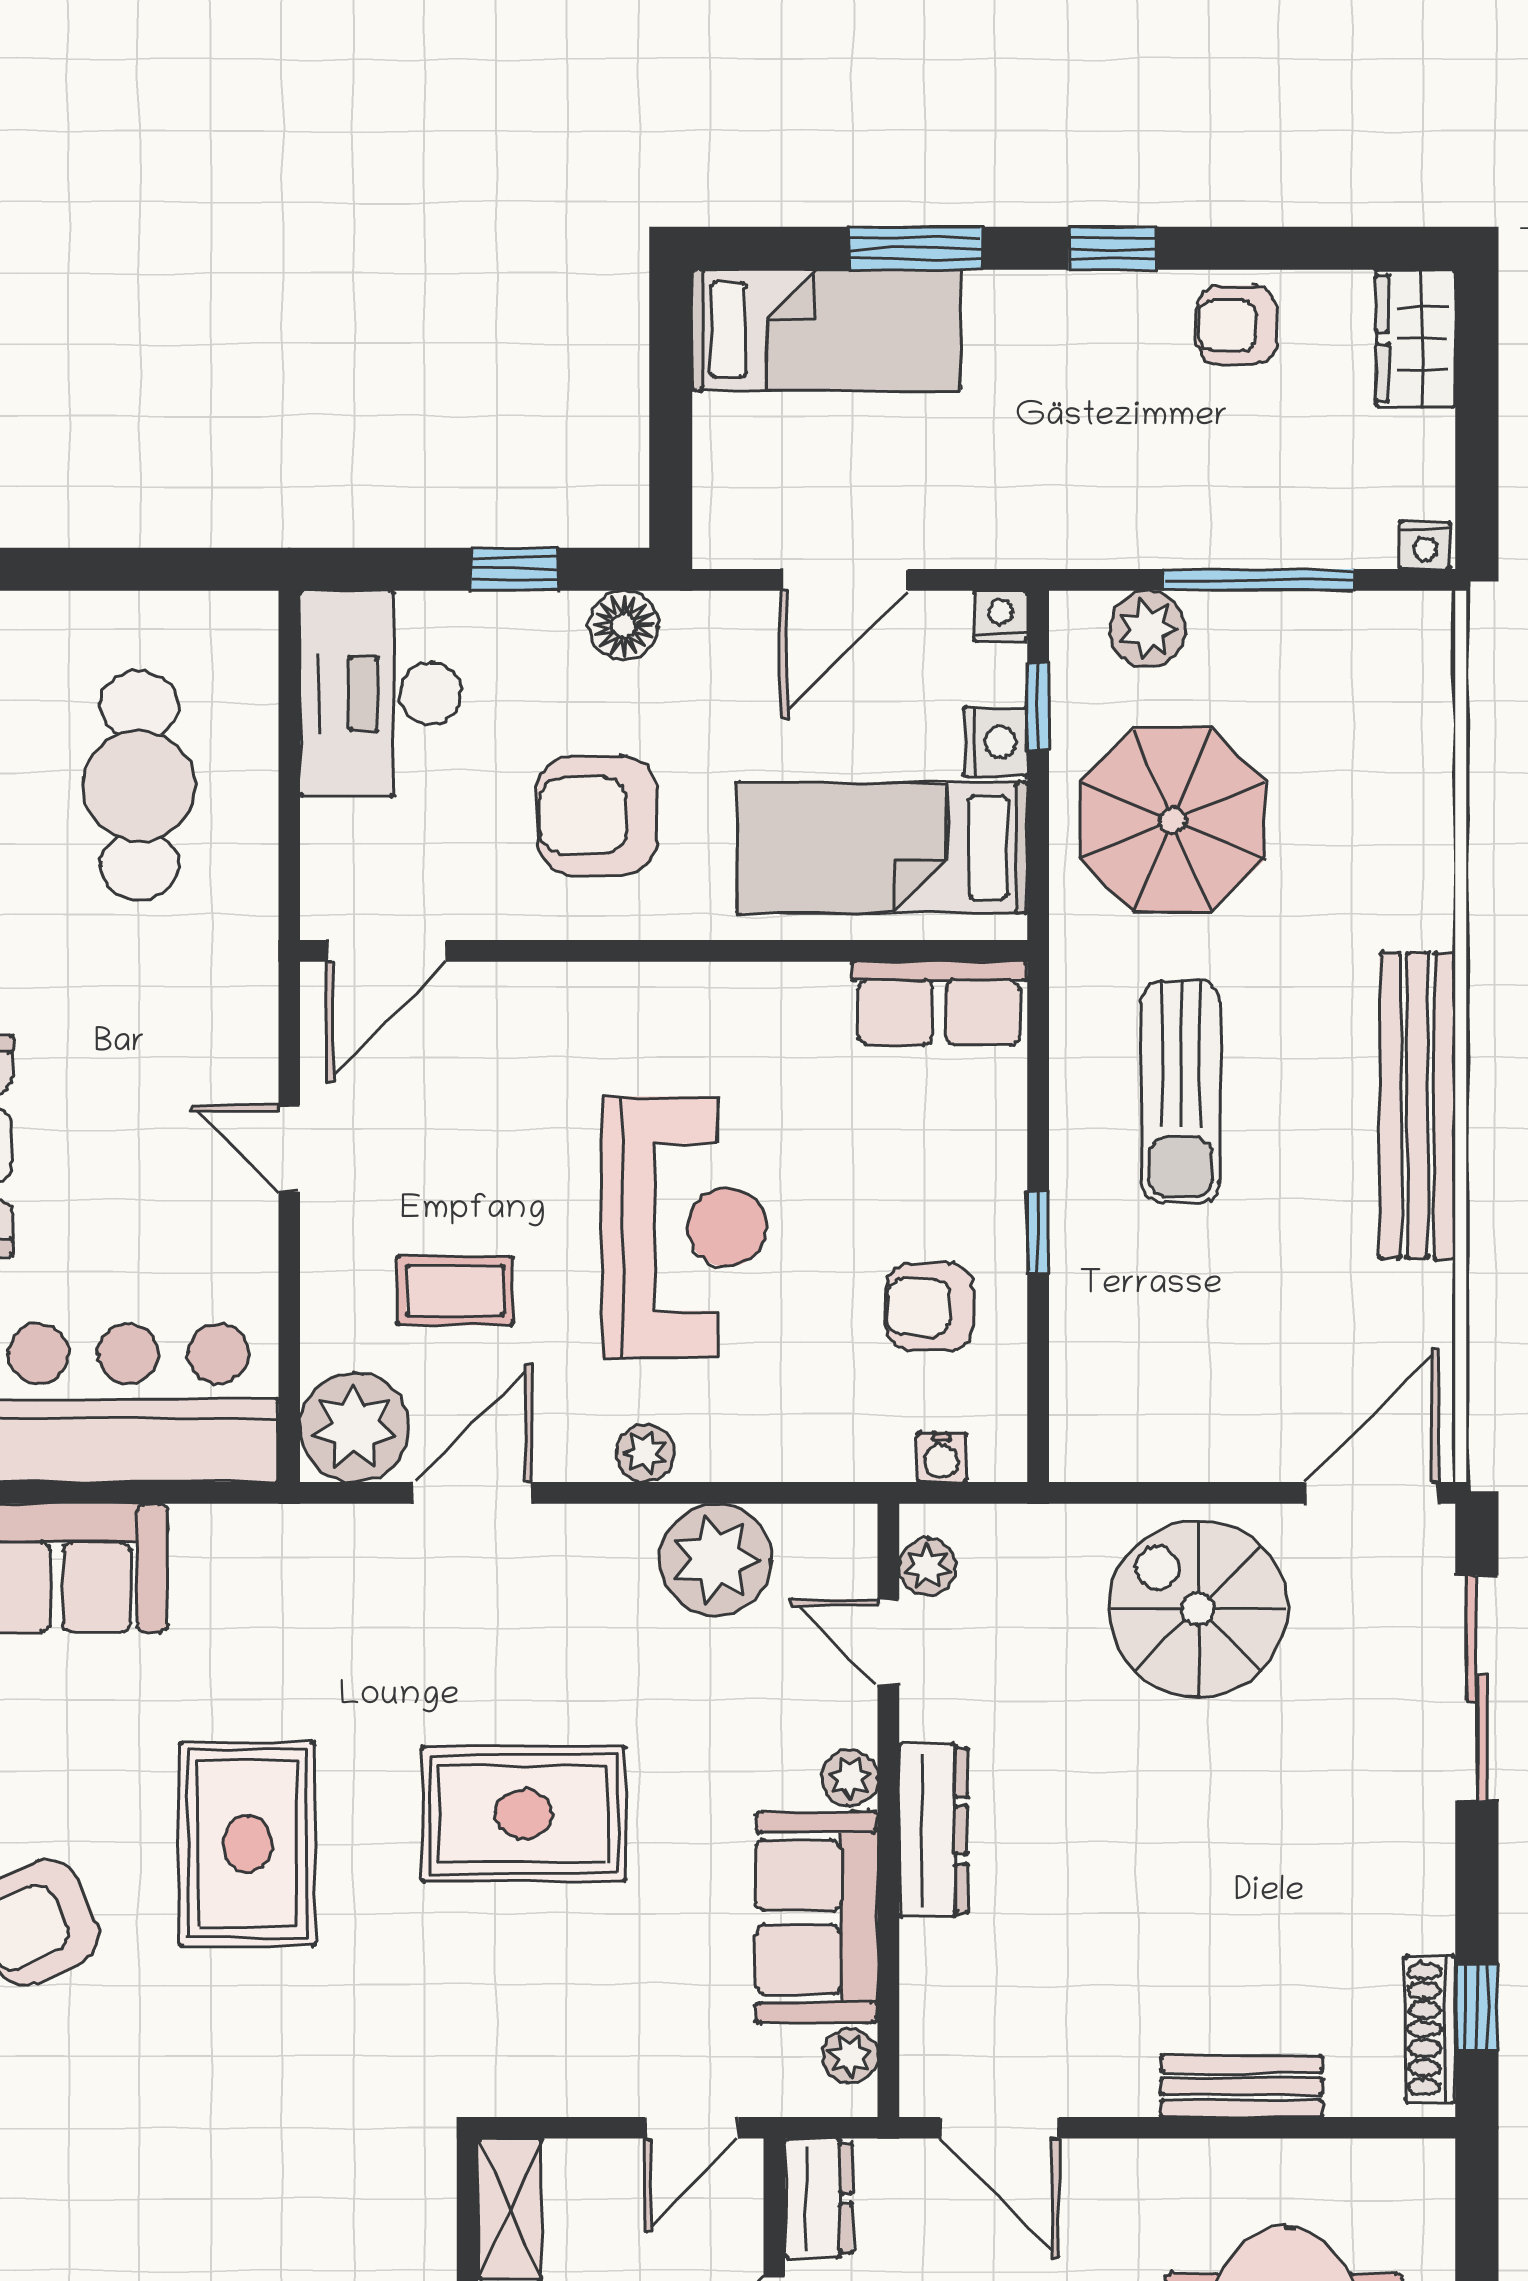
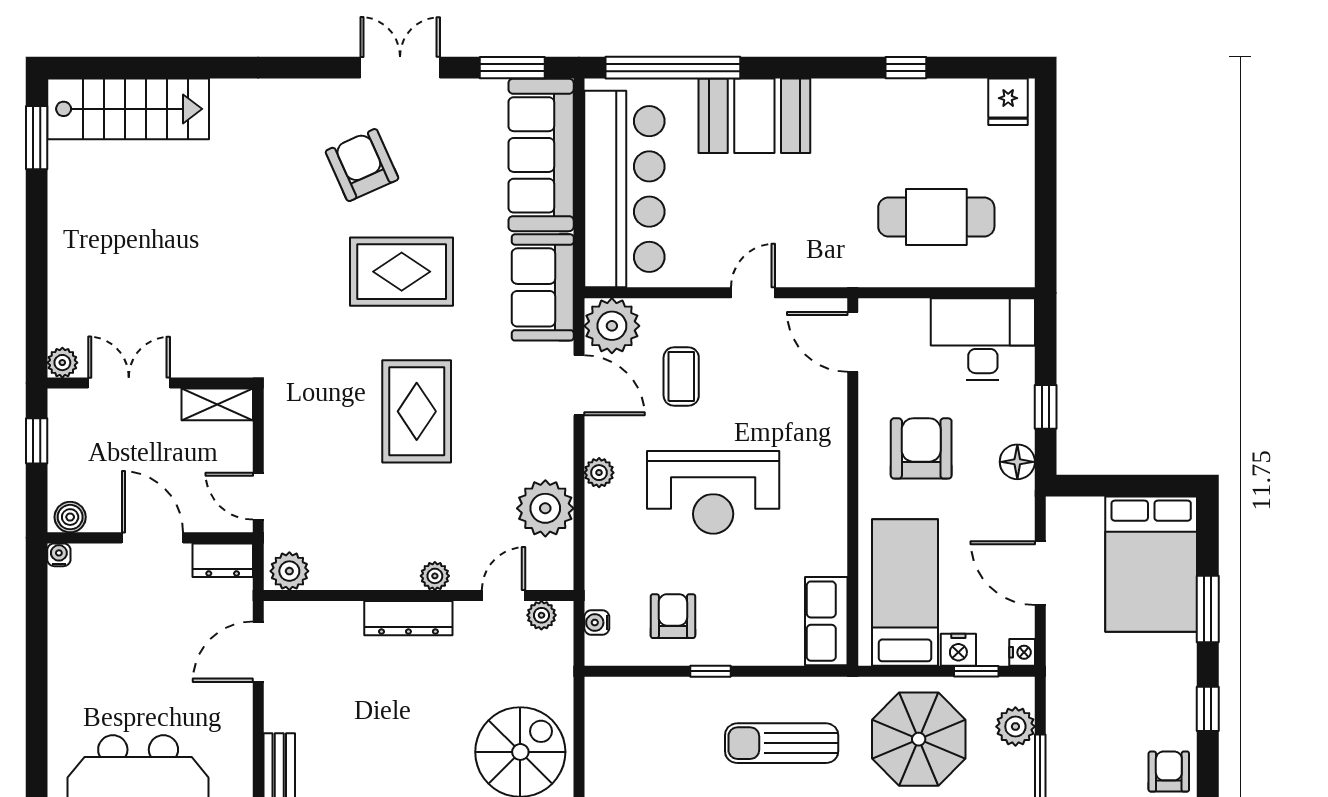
bed: (826, 330) -> (1151, 564), width x1.50
sofa: (817, 1917) -> (543, 287), moved, turned -90
plant: (850, 2056) -> (289, 571), width x1.38, depth x1.38

